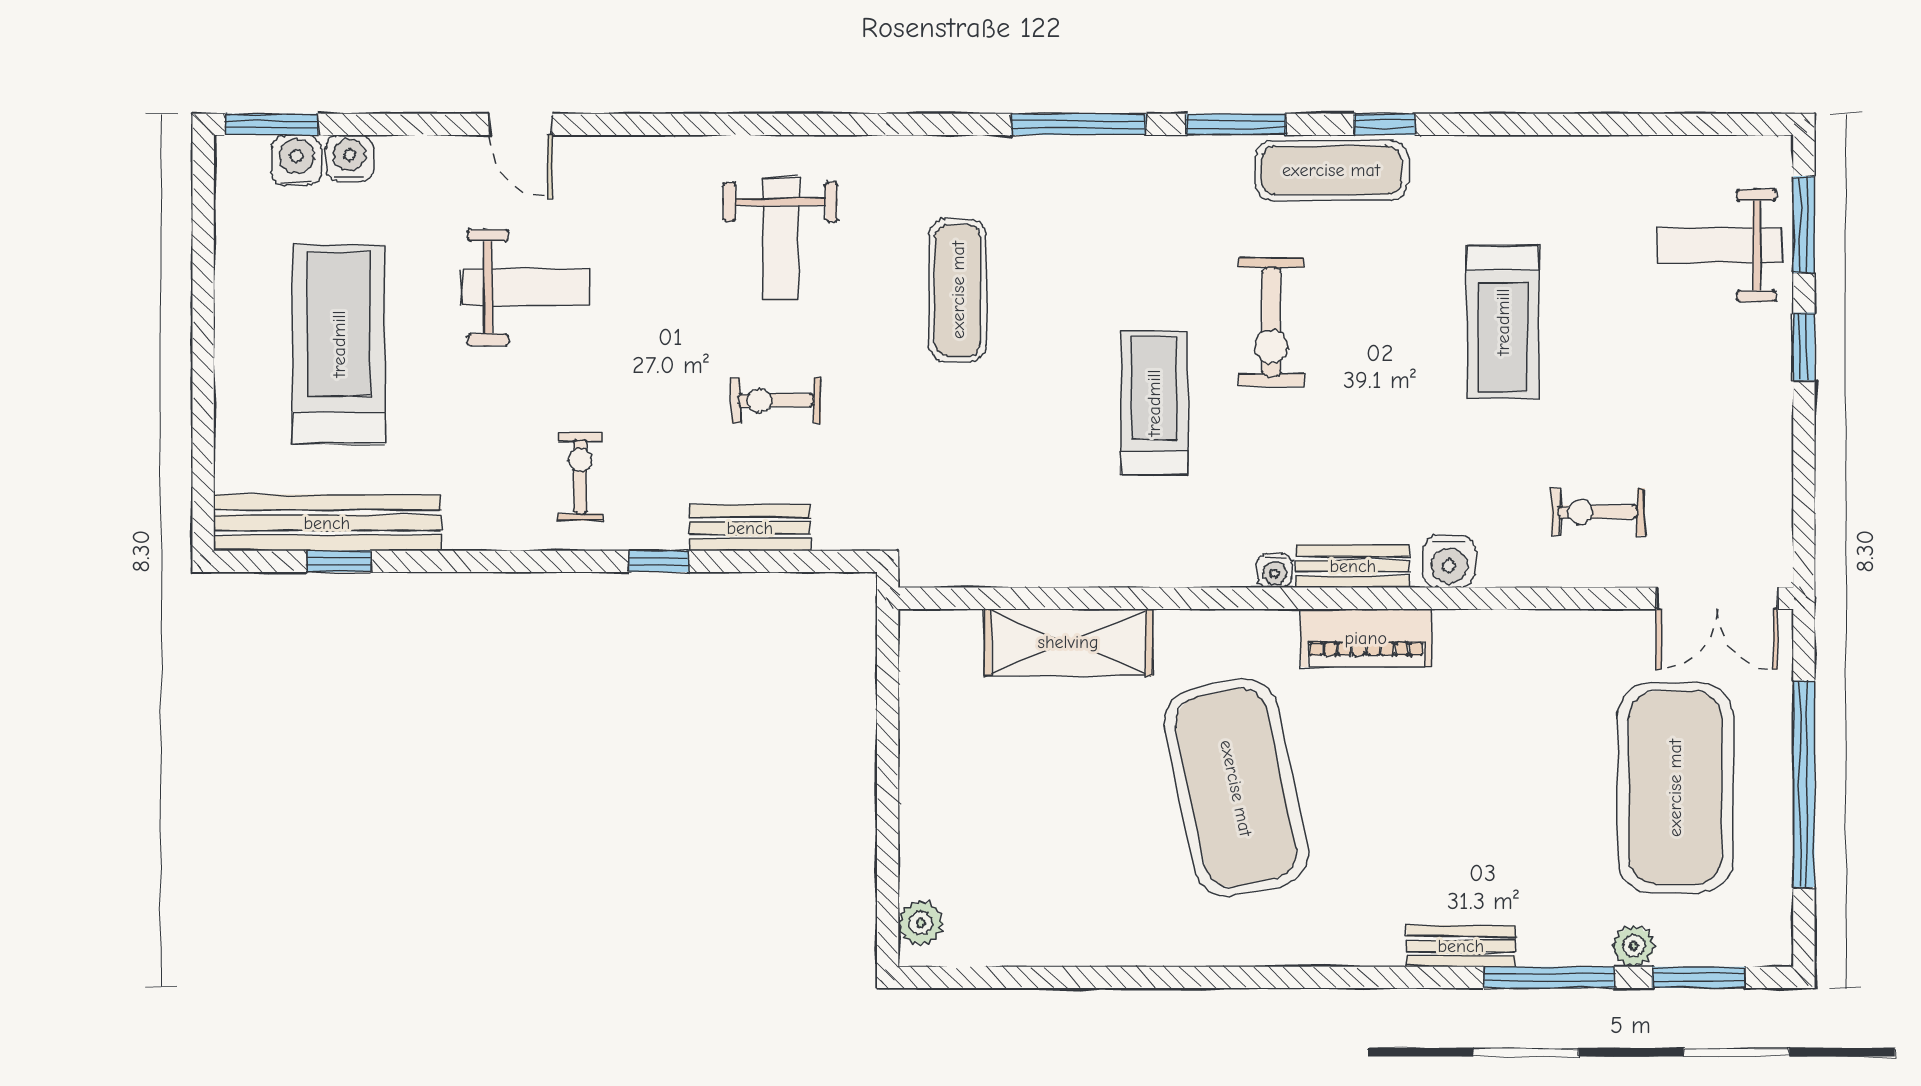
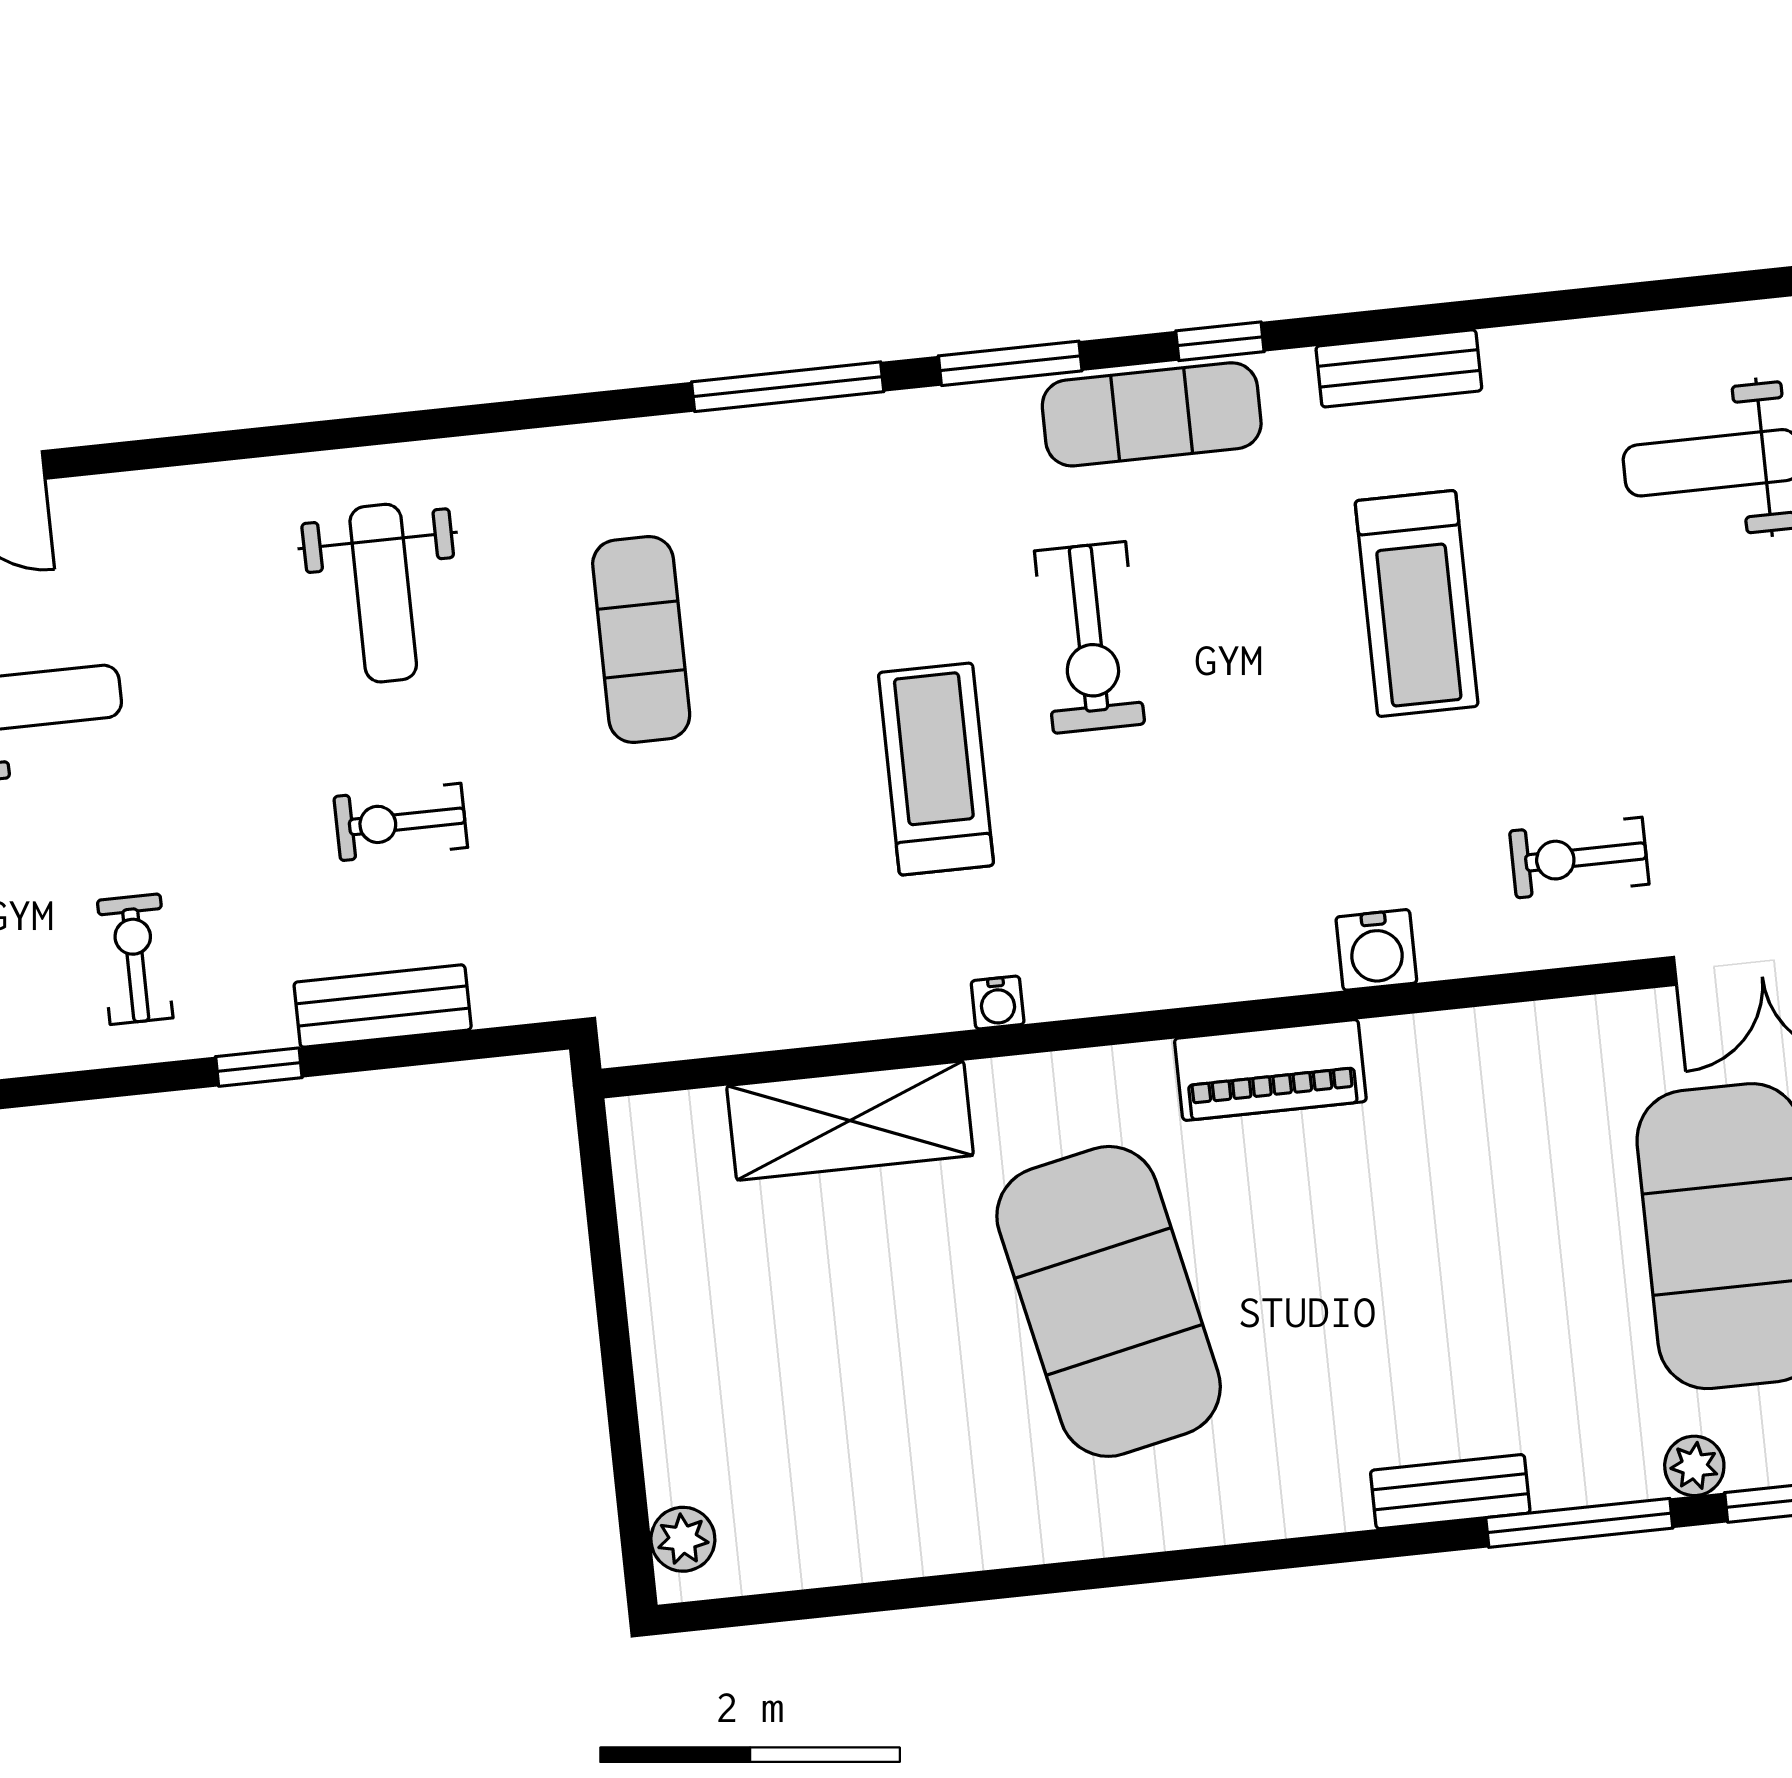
bench: (1353, 566) -> (1399, 368), moved
water cooler: (1275, 571) -> (998, 1003), moved

